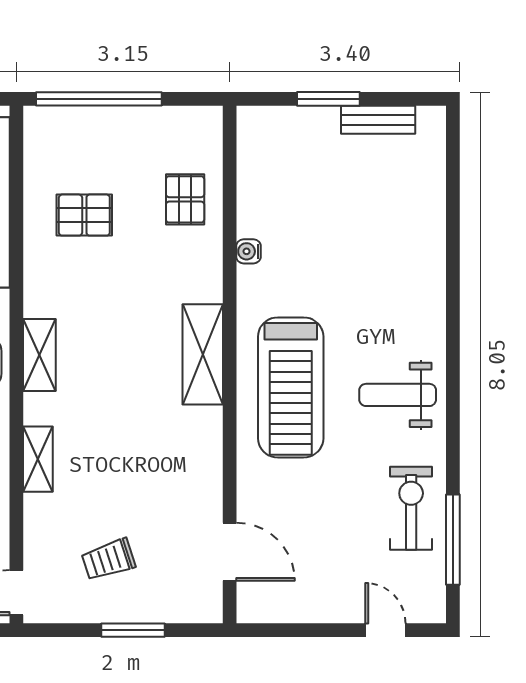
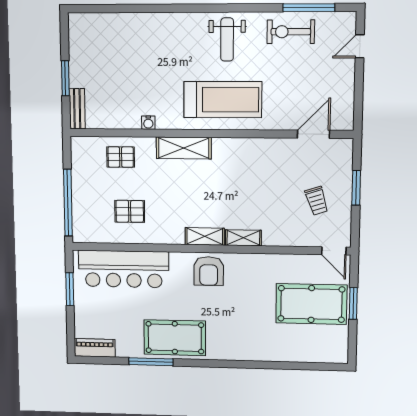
bench: (378, 120) -> (77, 109), moved
pallet: (84, 215) -> (130, 211), turned 90
shelving: (203, 354) -> (184, 148), moved
shelving: (38, 459) -> (243, 238), moved

